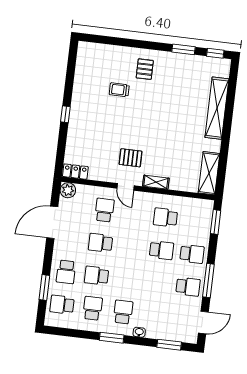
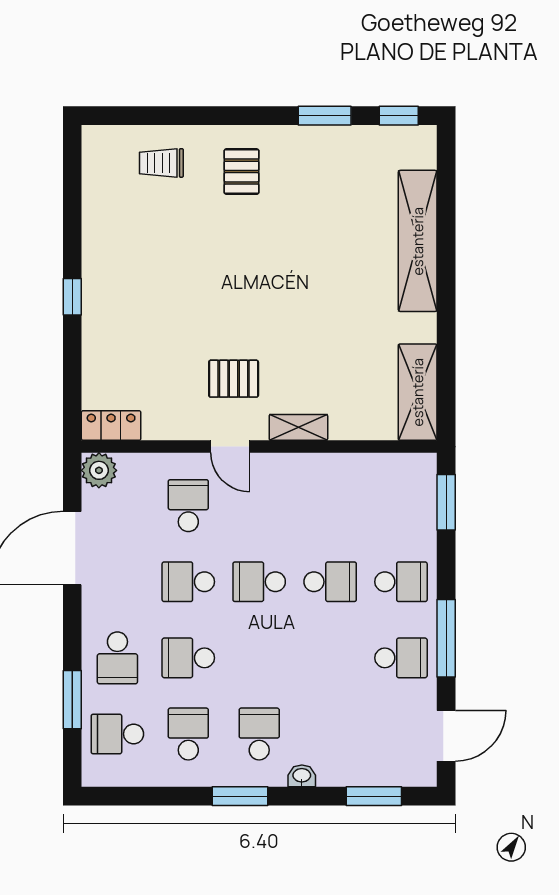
trolley: (119, 90) -> (161, 163), moved
school desk: (165, 217) -> (259, 582), moved

